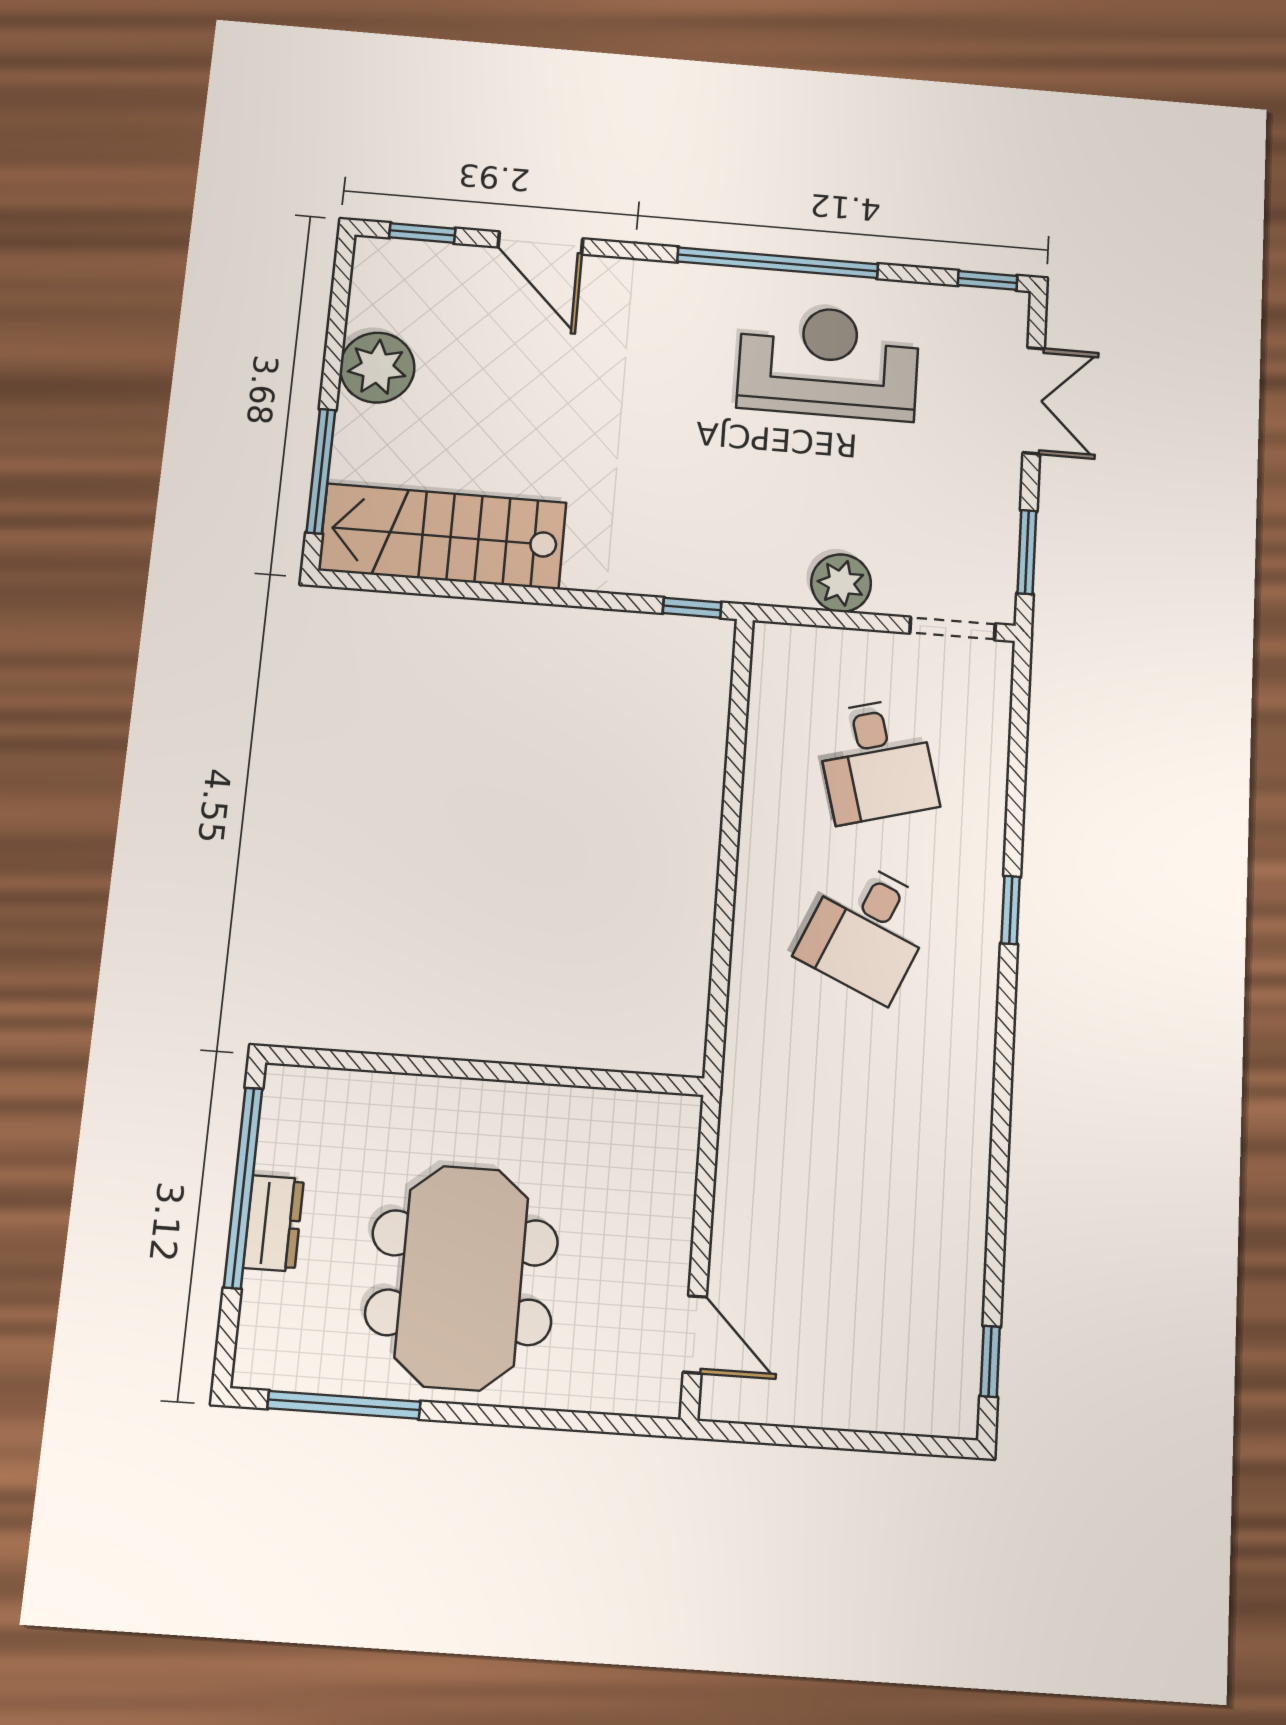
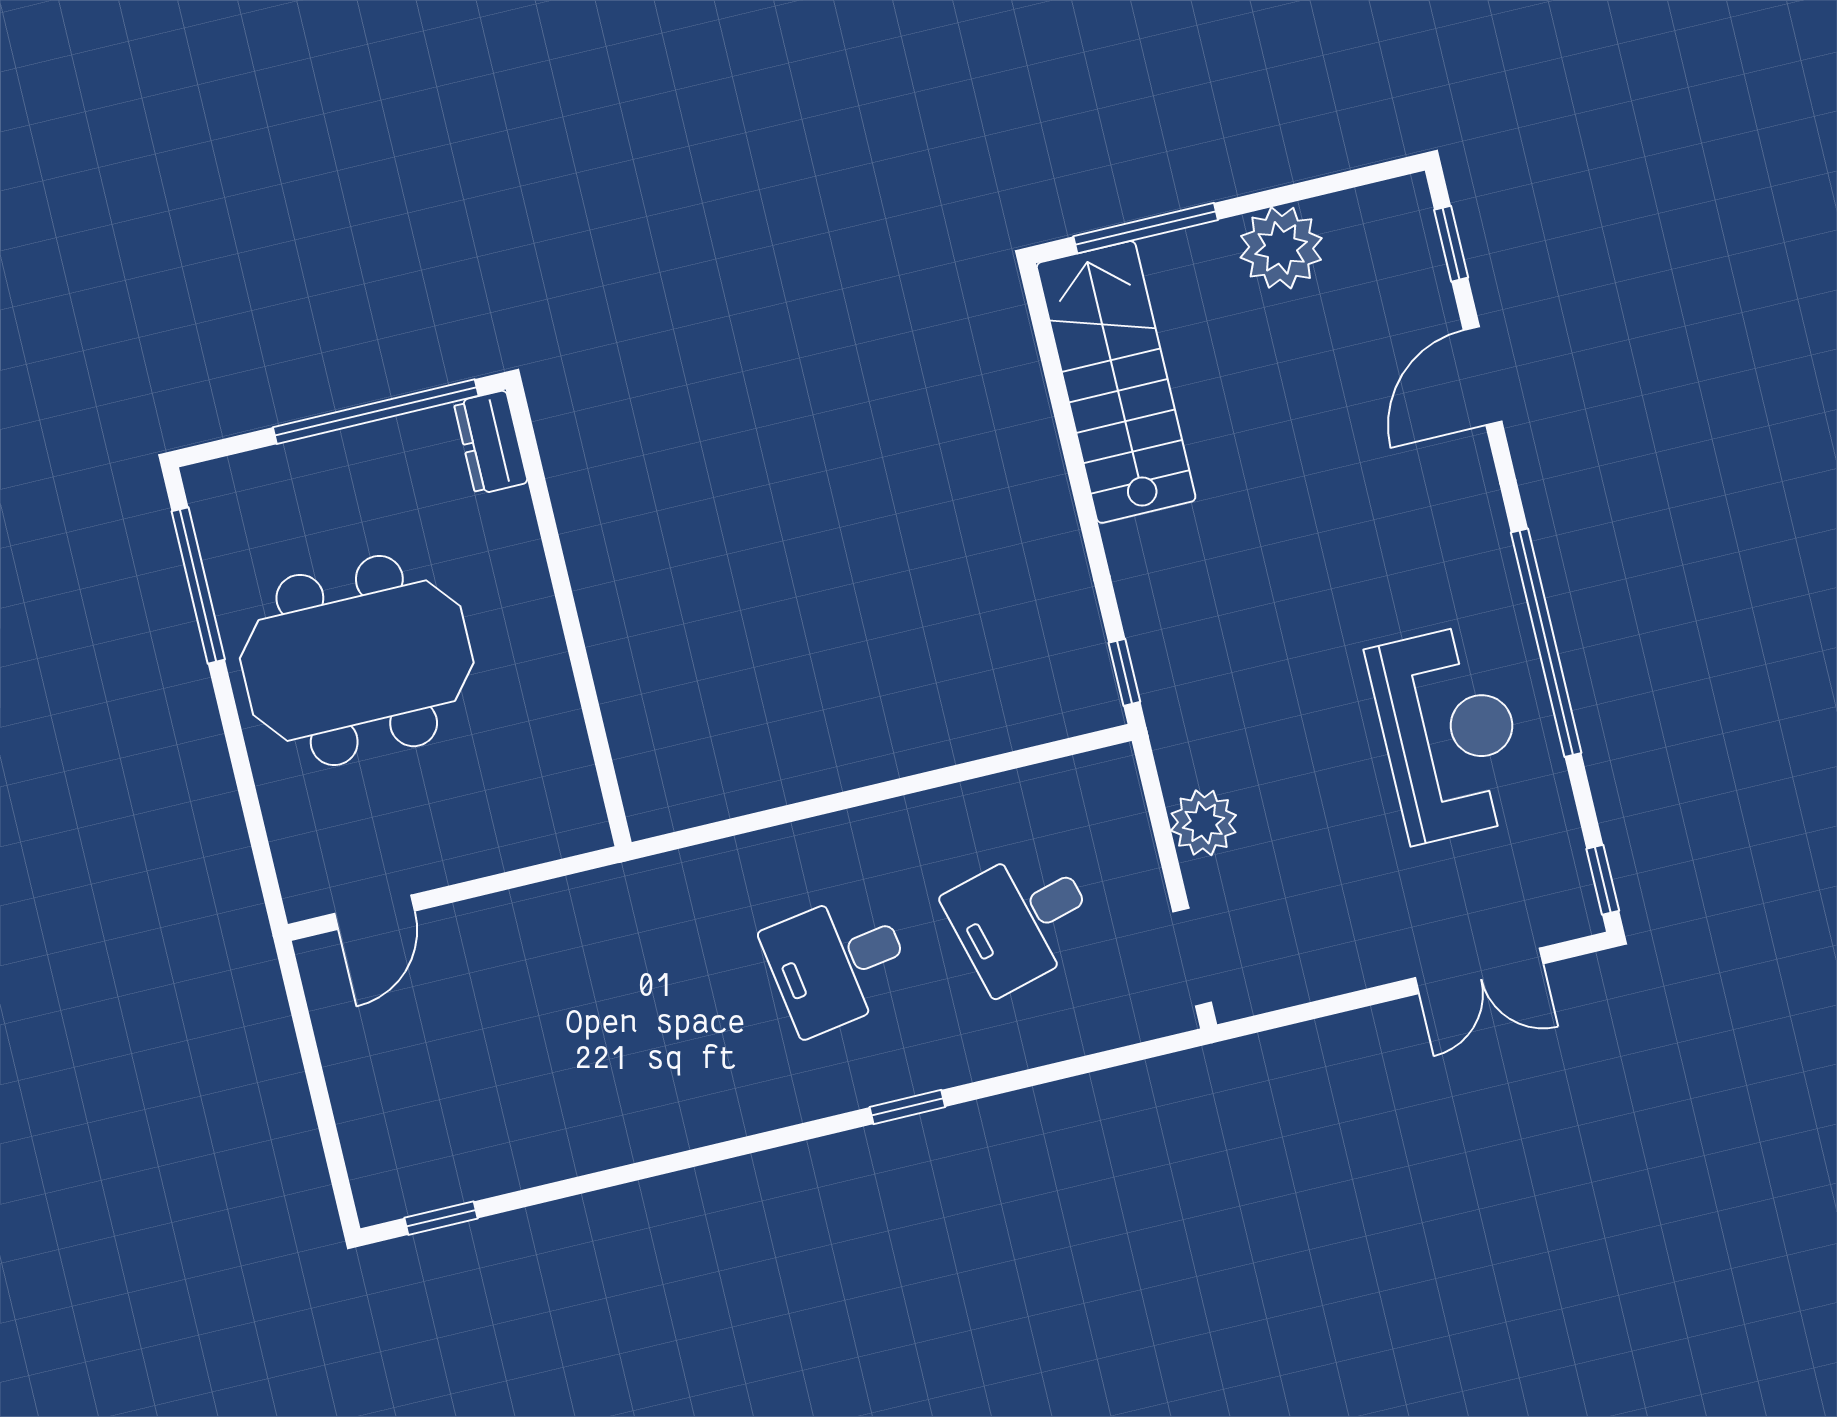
window: (1027, 552) -> (1304, 1013), removed
desk: (867, 930) -> (838, 963), turned -33
dresser: (273, 1223) -> (491, 442), moved, turned 90

